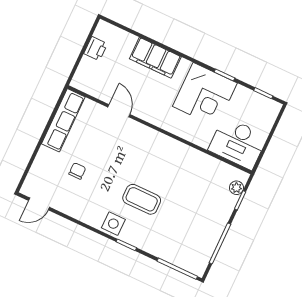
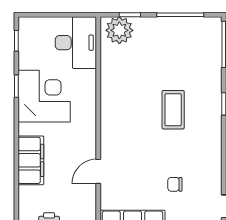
plant: (236, 188) -> (119, 30), width x1.87, depth x1.87
side table: (113, 224) -> (209, 126), removed

